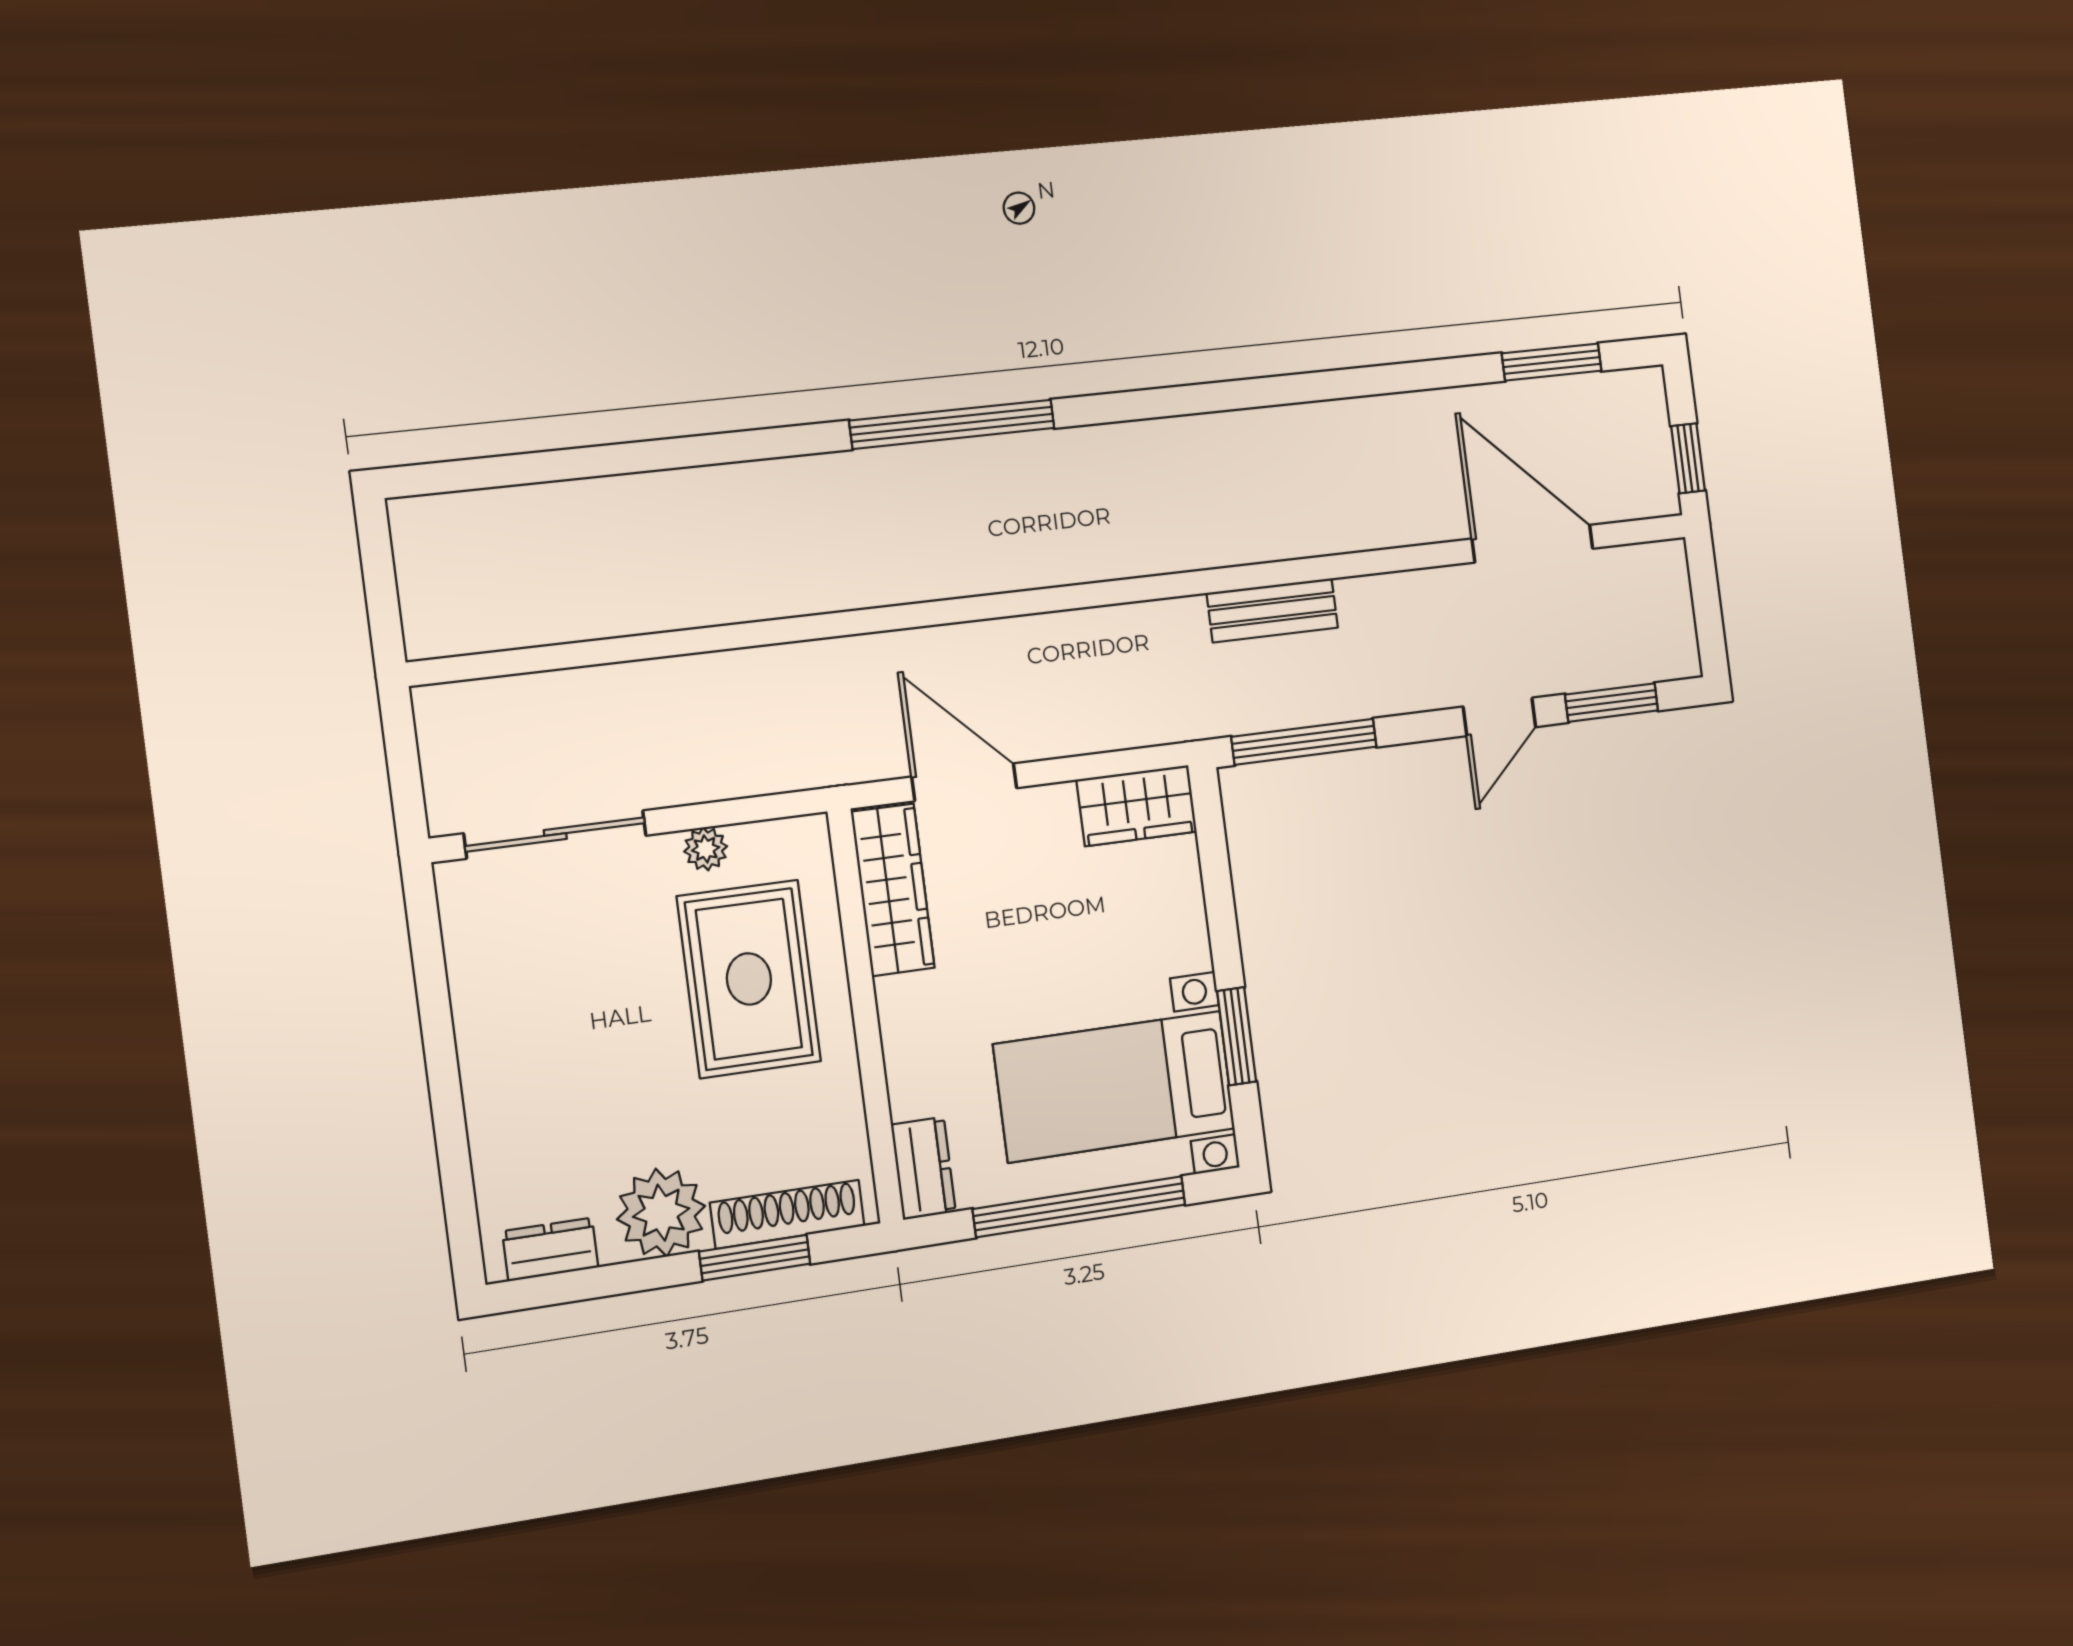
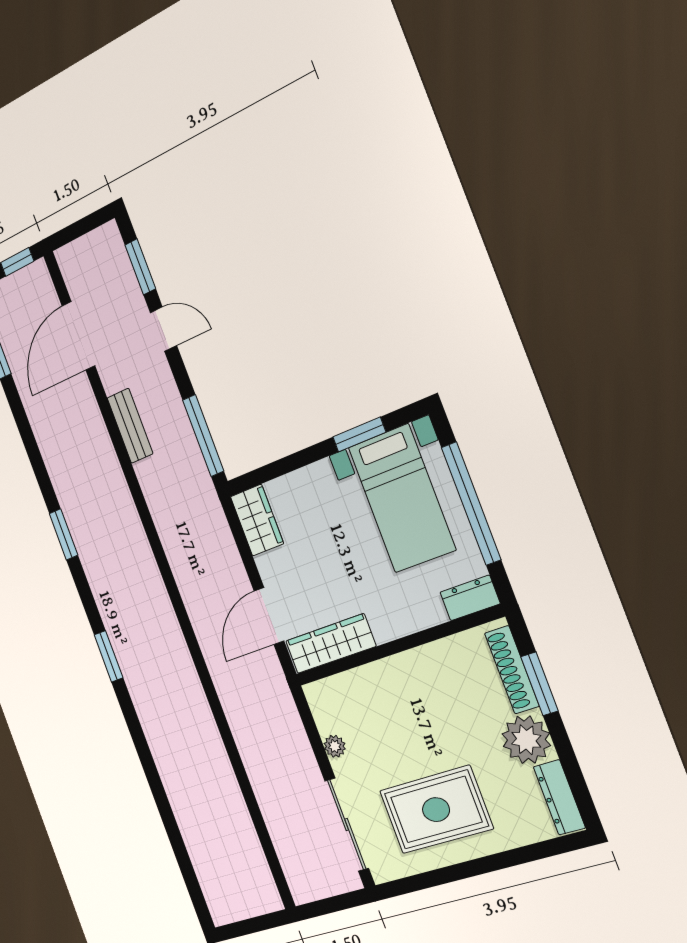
window: (1196, 399) -> (64, 534), added
window: (952, 424) -> (109, 656), width x0.47
bench: (1272, 610) -> (130, 426), moved
rug: (749, 979) -> (436, 810), moved
dresser: (550, 1249) -> (559, 797), width x1.44

